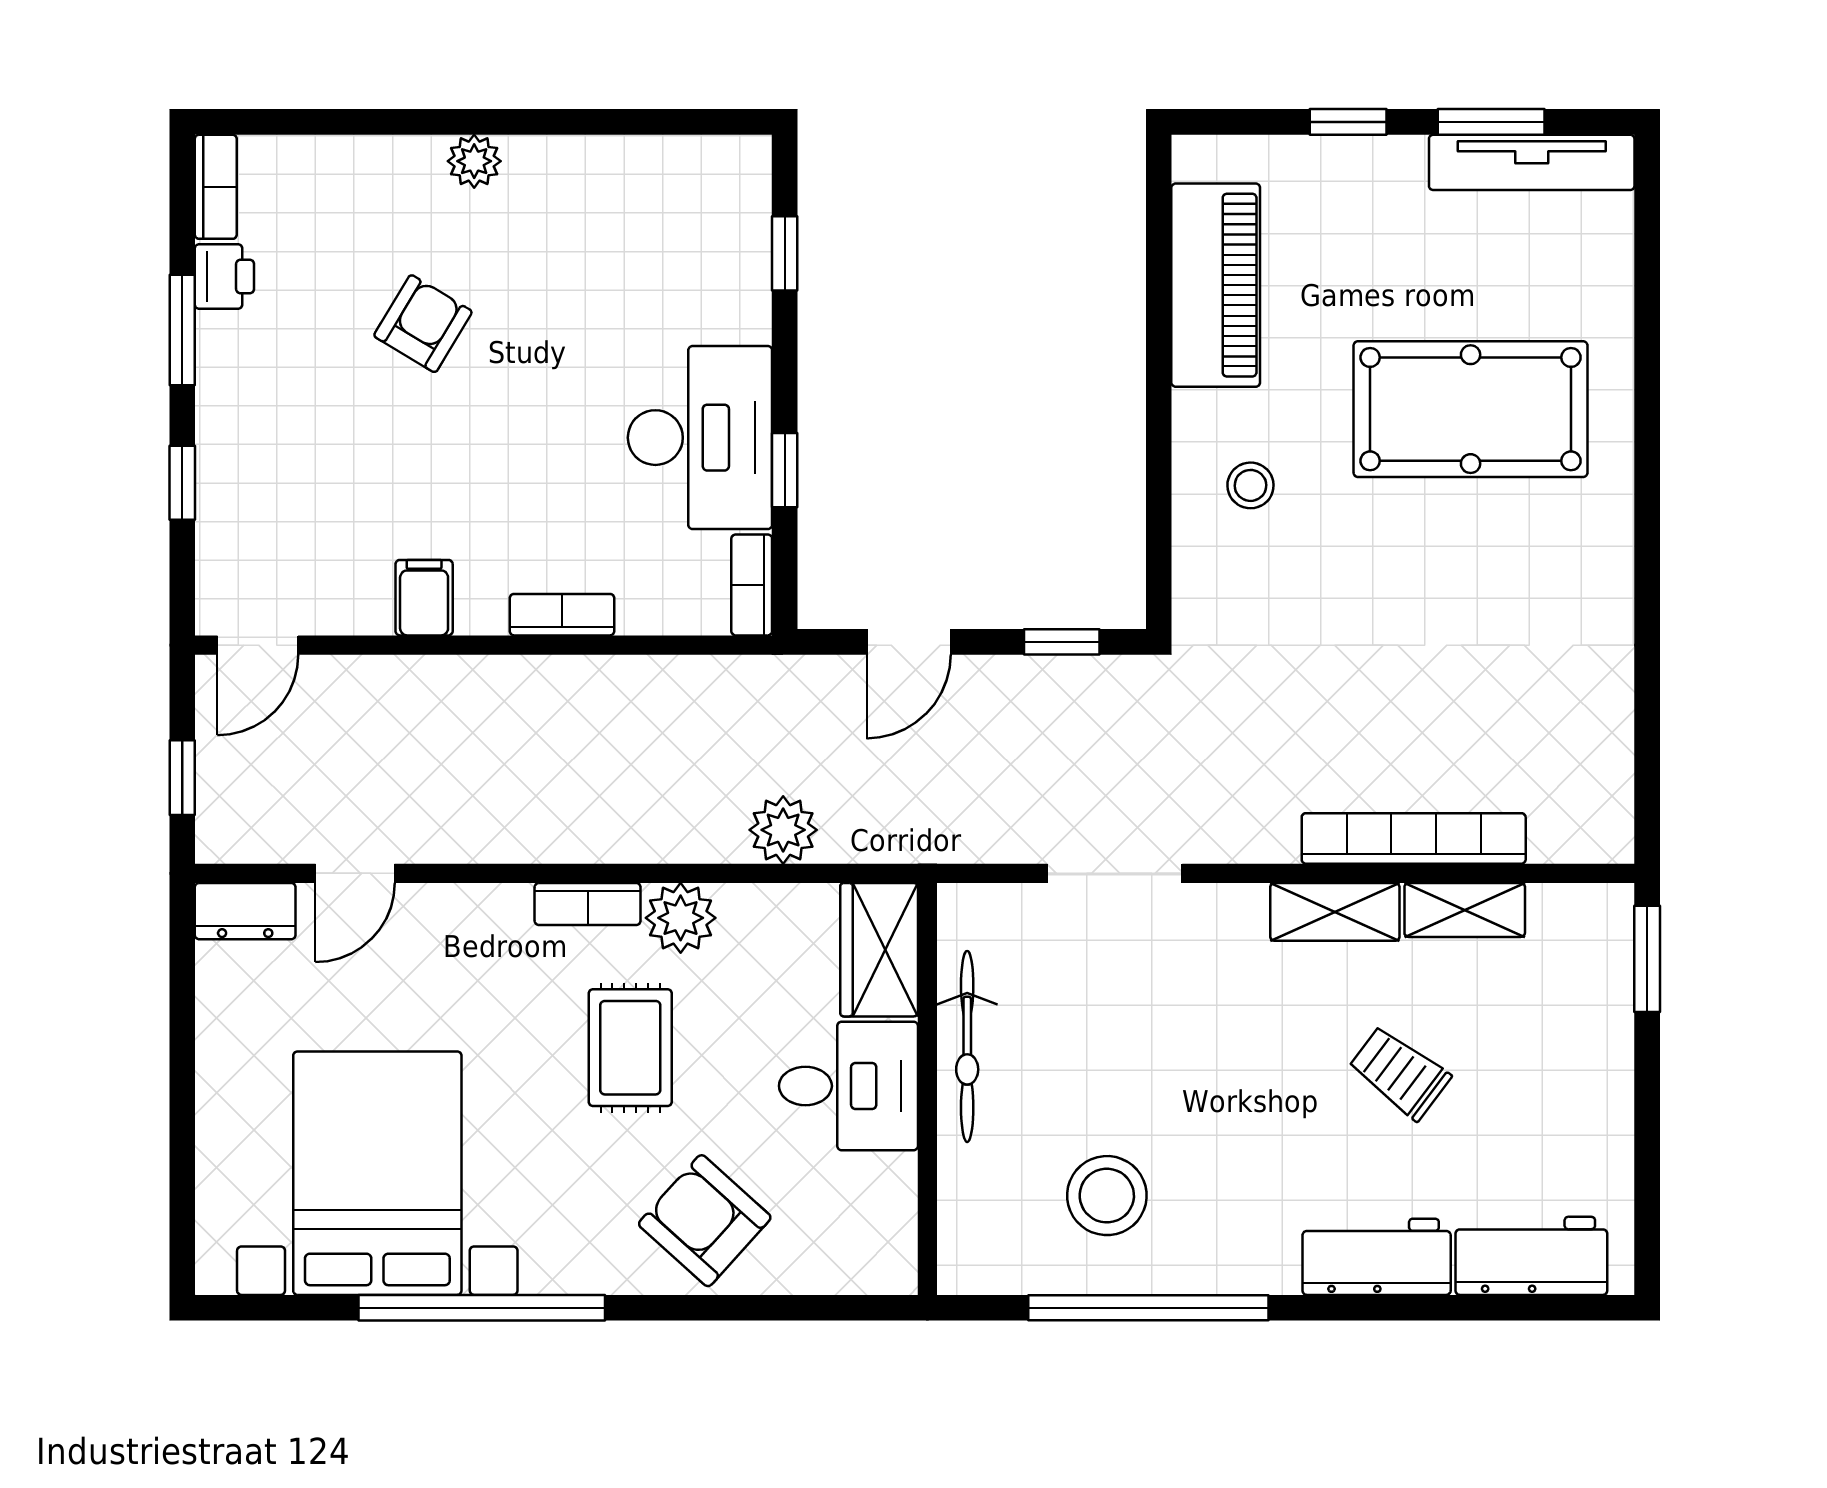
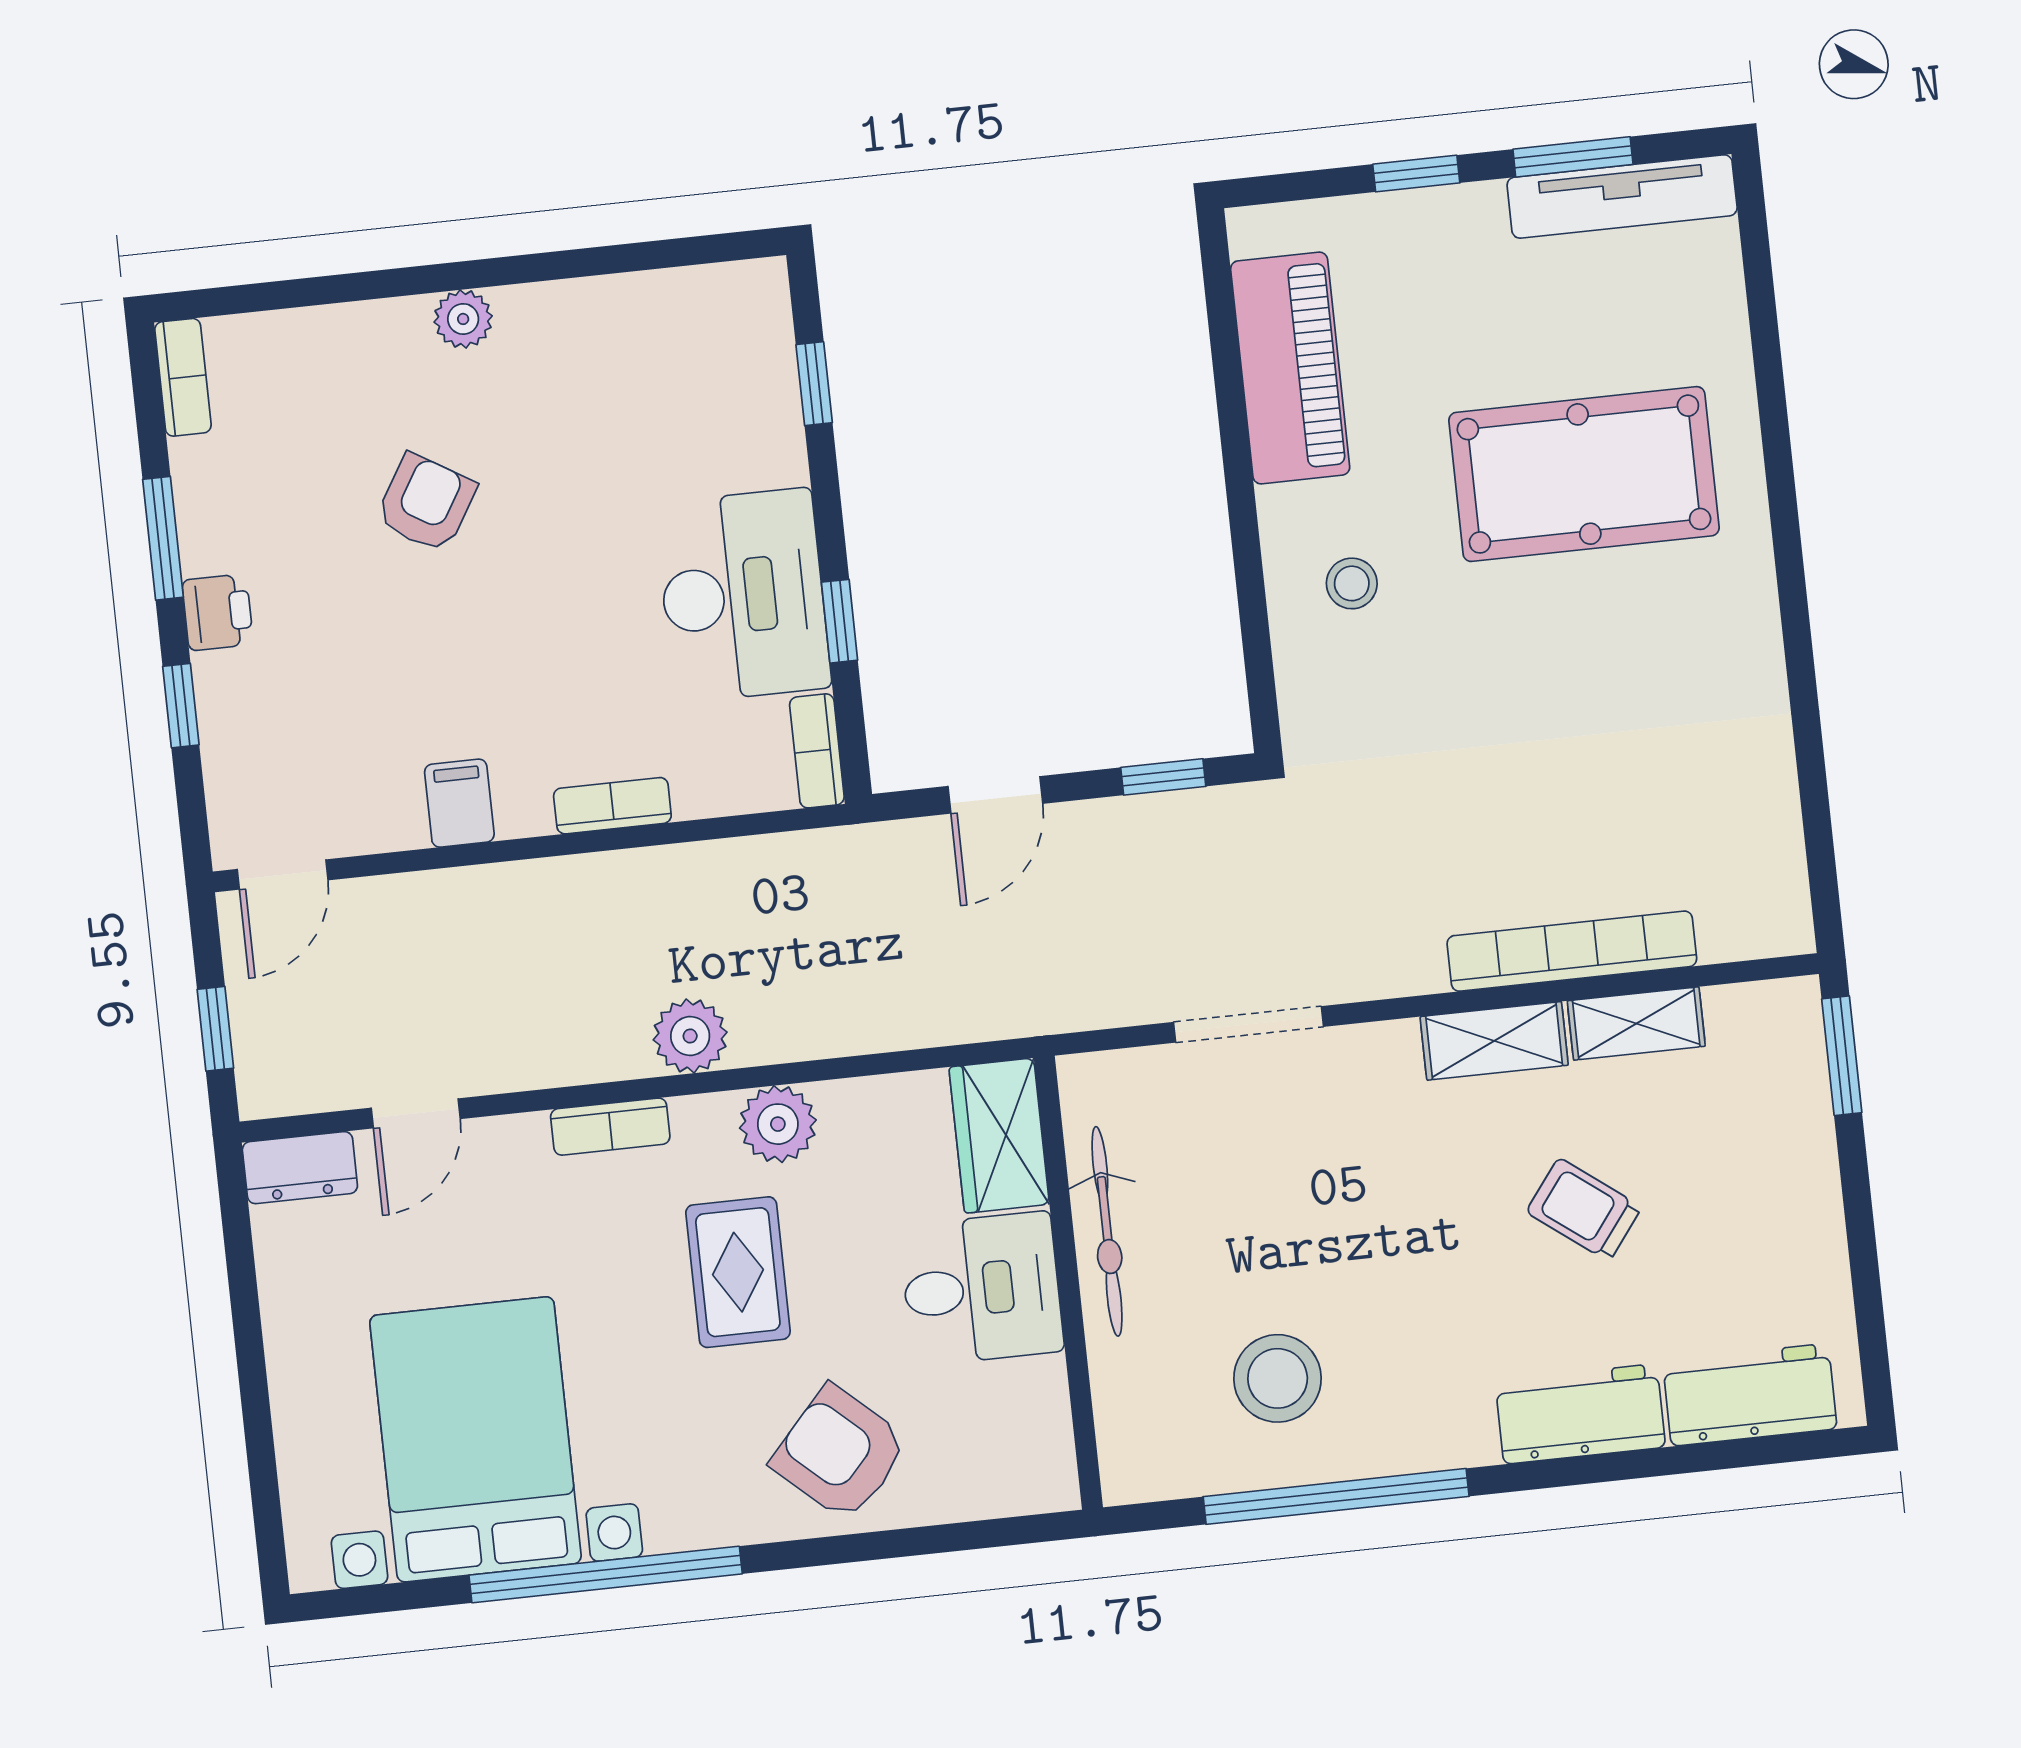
printer: (224, 277) -> (218, 612), moved
plant: (783, 830) -> (690, 1036), moved
bookcase: (588, 904) -> (610, 1127), moved

